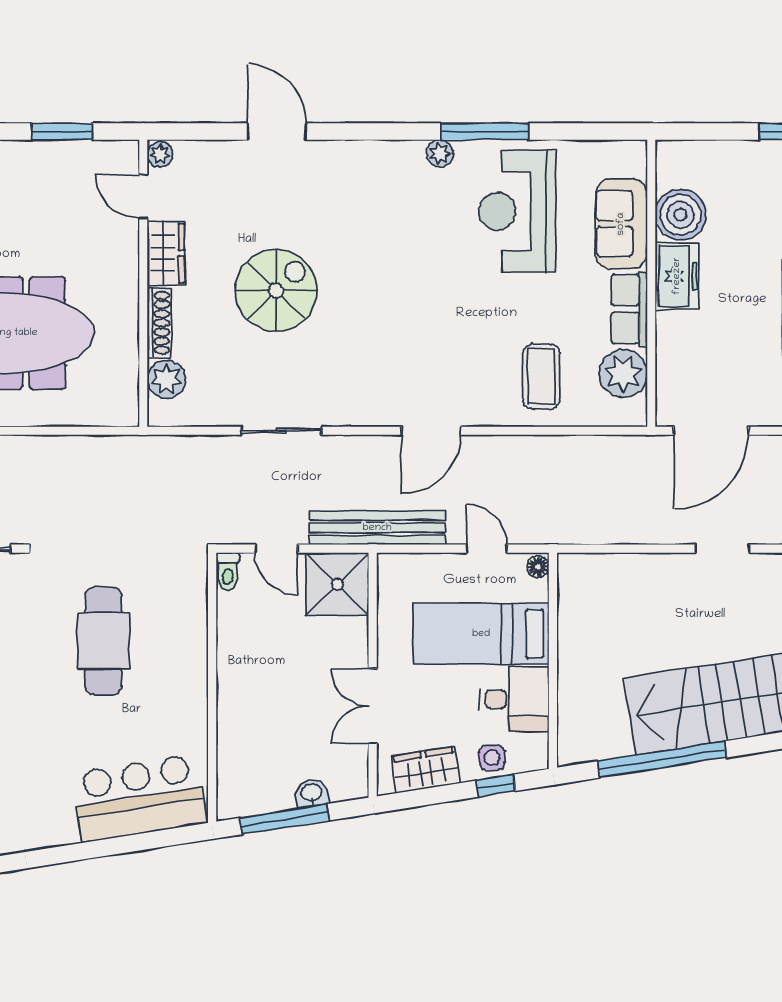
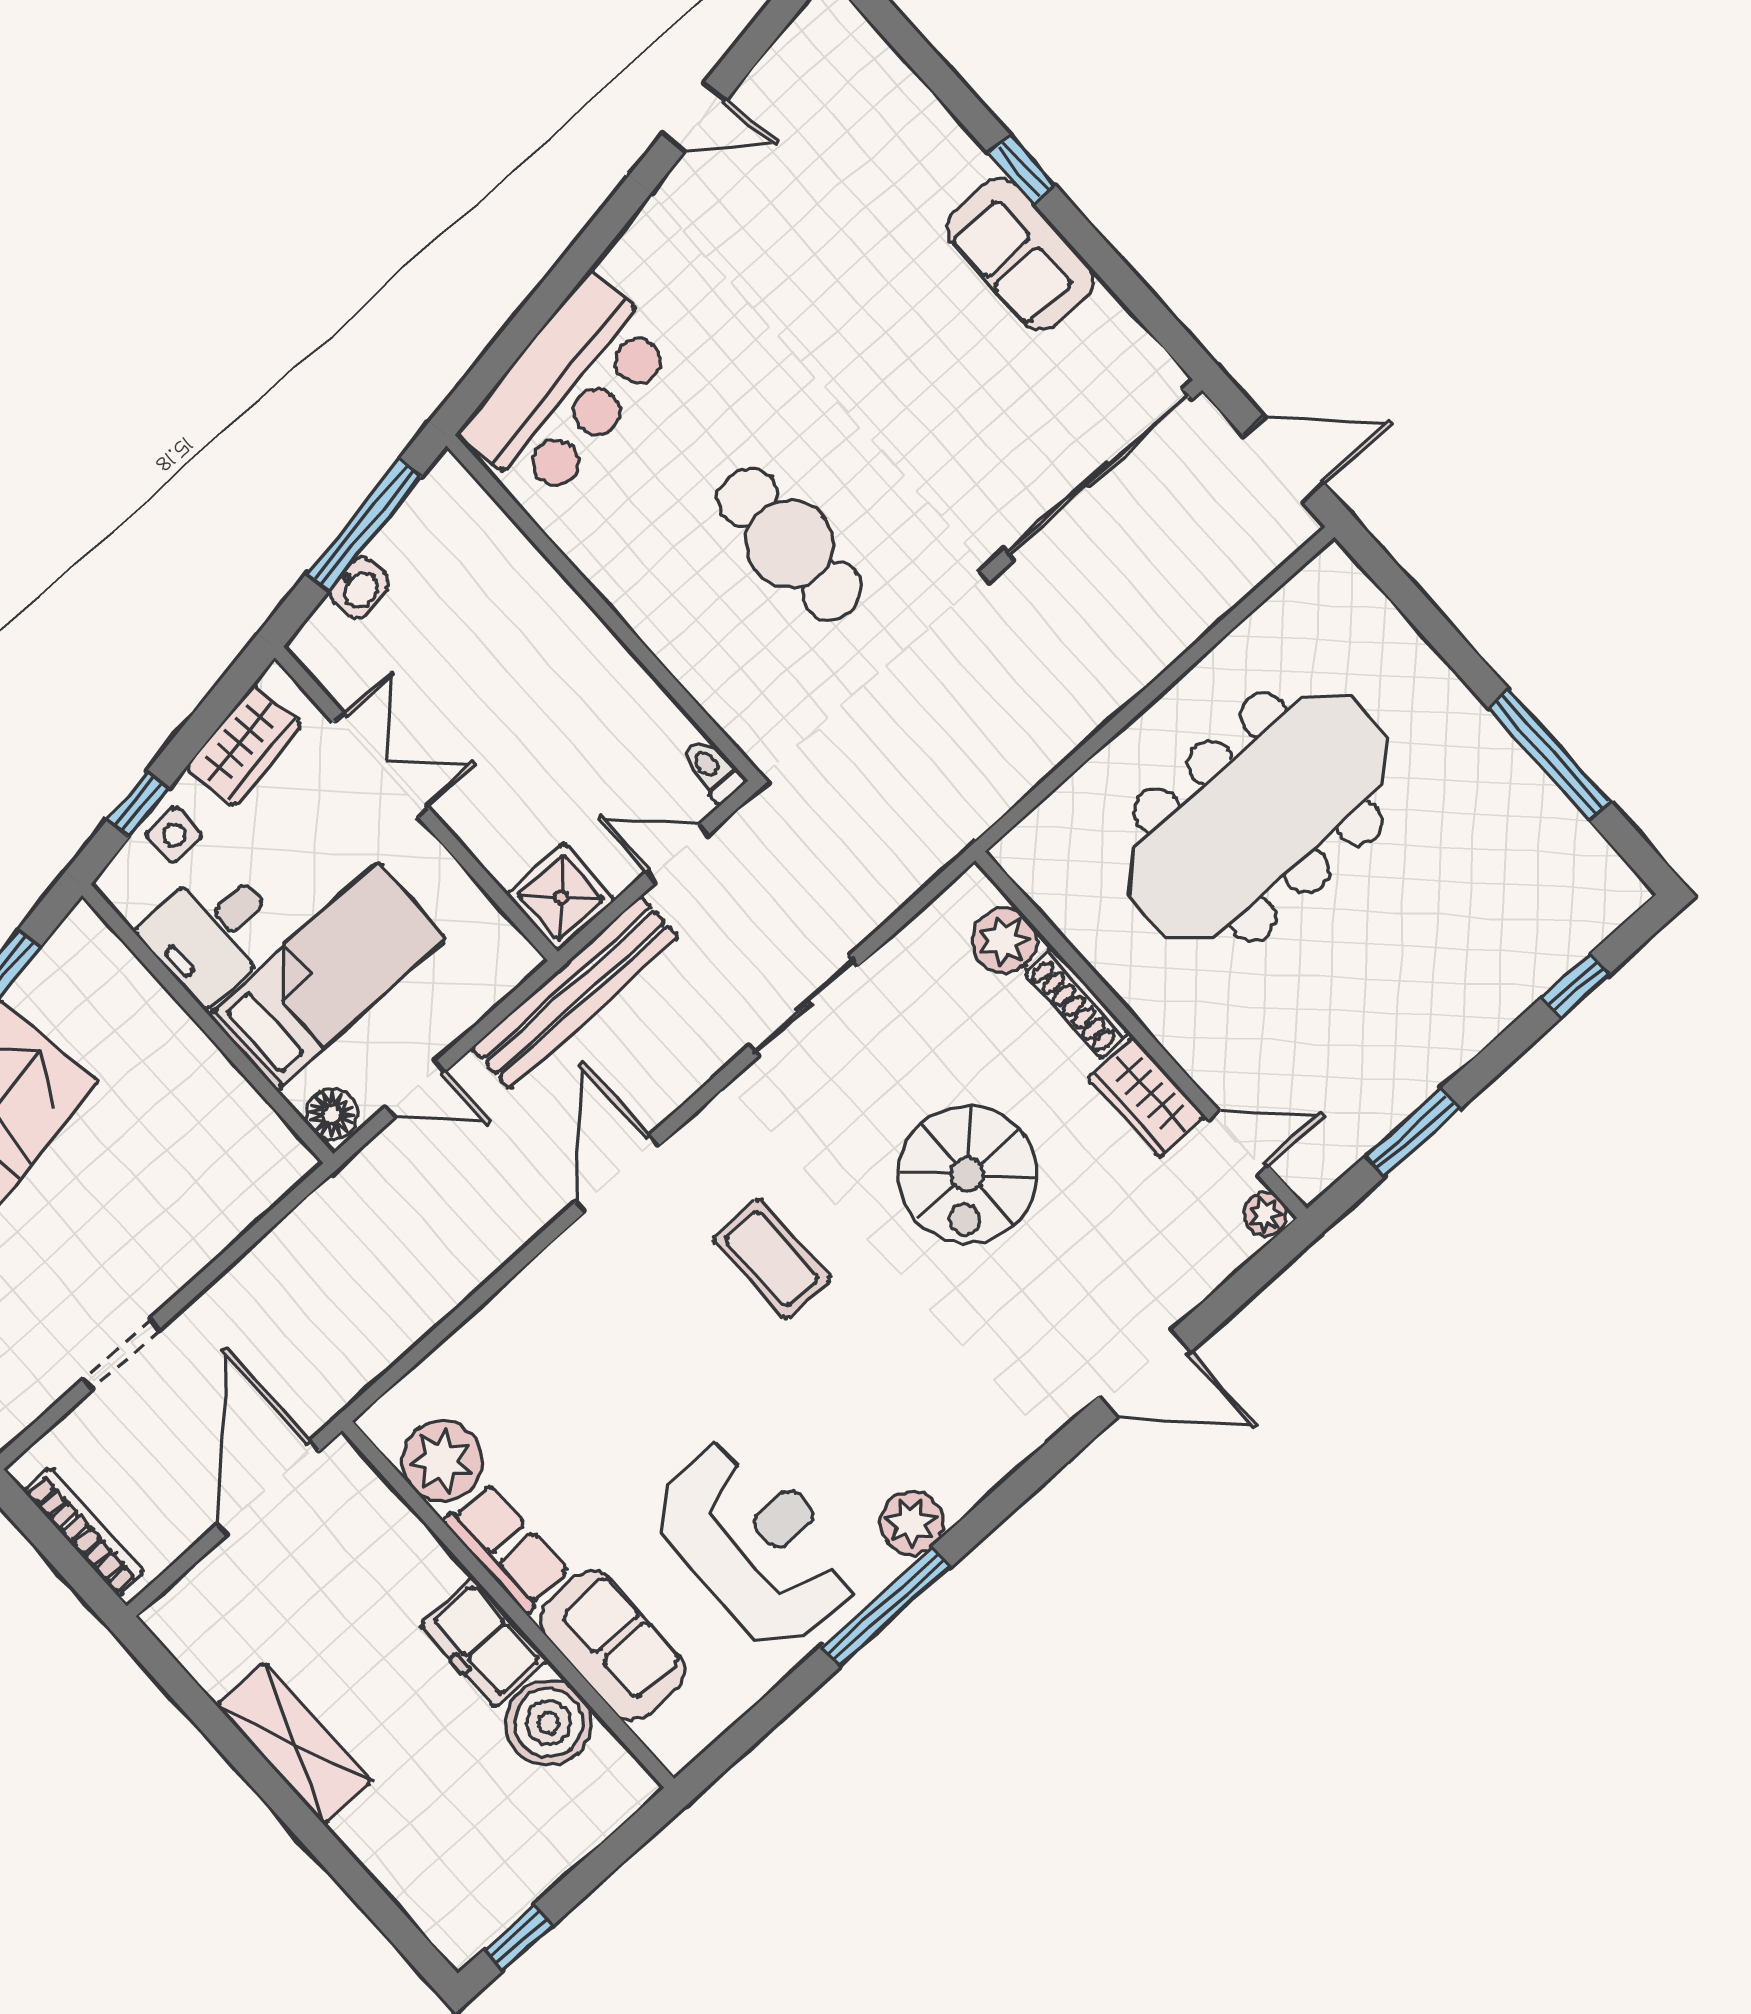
plant: (440, 153) -> (912, 1523), width x1.38, depth x1.38
coffee table: (541, 377) -> (772, 1259), moved
floor lamp: (538, 567) -> (332, 1114), width x1.37, depth x1.37
shower: (337, 584) -> (561, 897), width x0.73, depth x0.73

